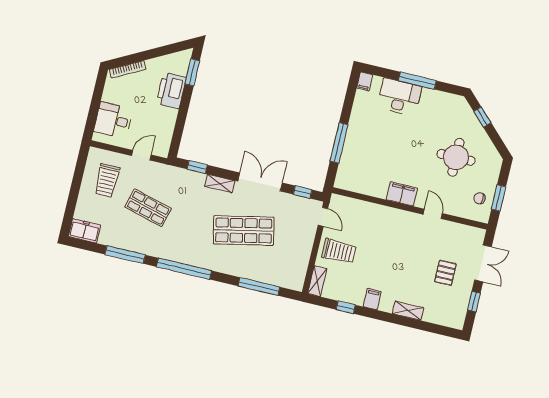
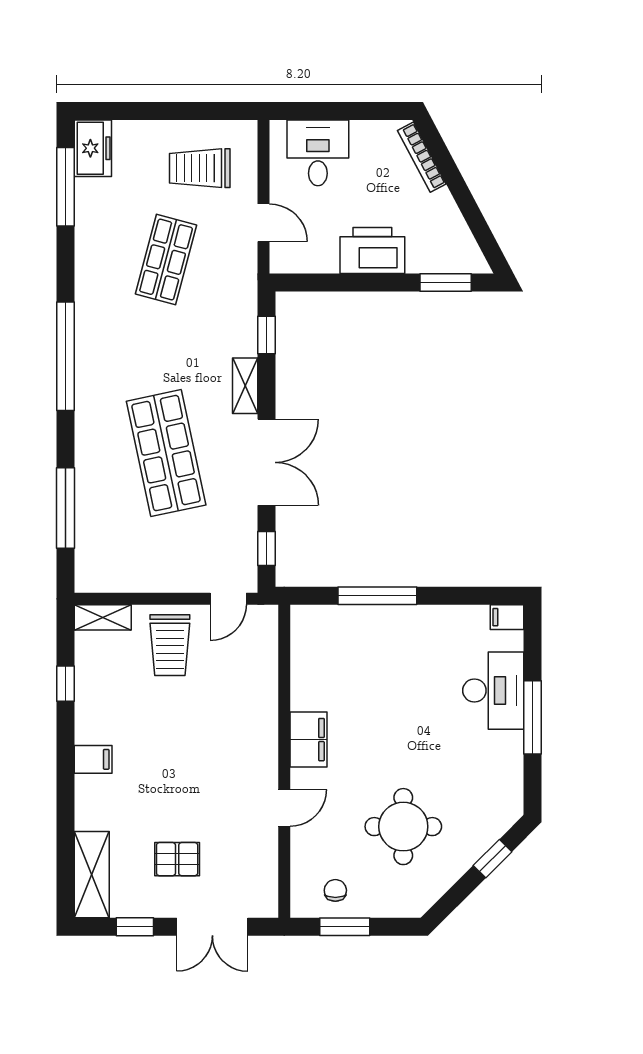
printer: (171, 90) -> (372, 250), moved
window: (125, 255) -> (66, 187), moved
filing cabinet: (372, 299) -> (93, 759), moved
shelving: (408, 311) -> (92, 875), moved, width x1.50, depth x1.33

